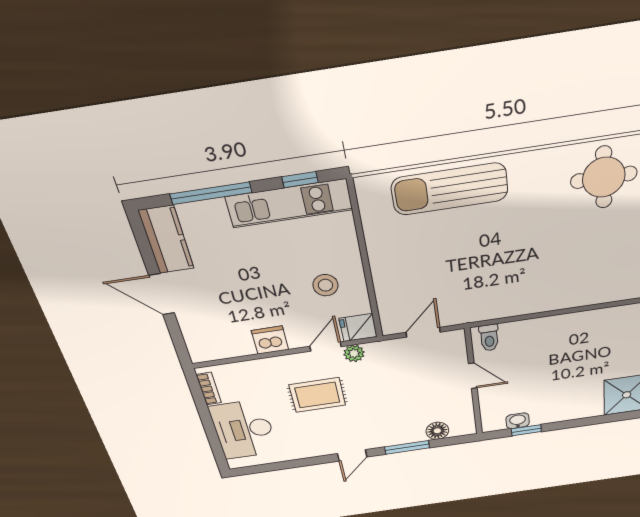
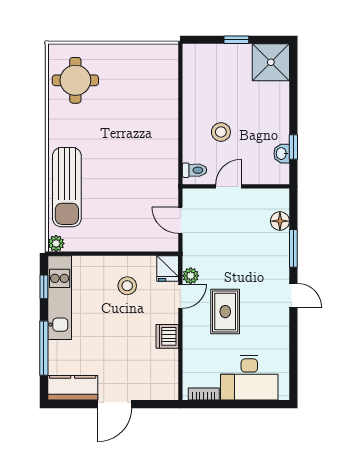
plant: (366, 187) -> (56, 243), added
door: (326, 347) -> (180, 296), swing flipped
stool: (540, 358) -> (221, 132), added

